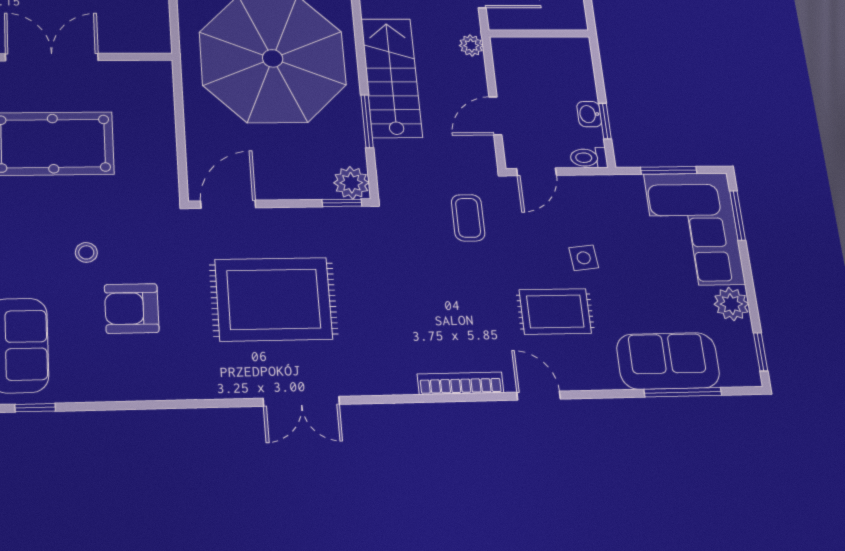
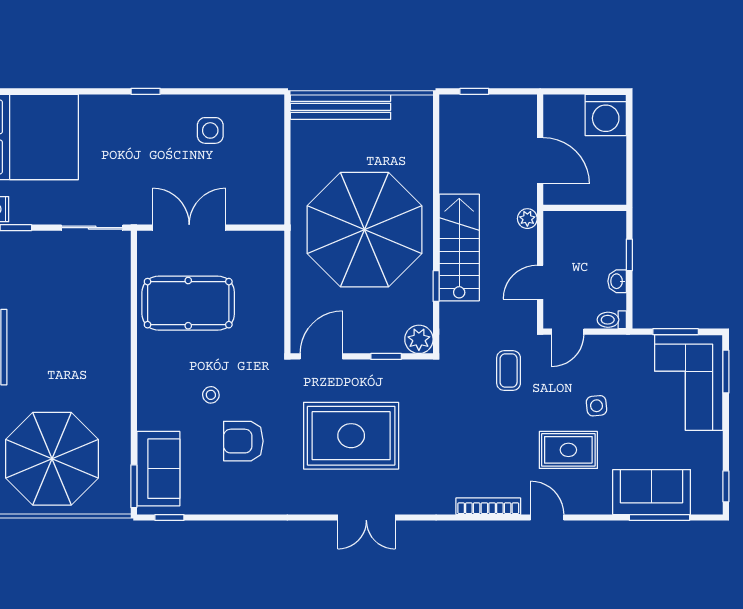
window: (367, 121) -> (436, 286), width x0.67
window: (605, 121) -> (629, 255), moved
window: (342, 203) -> (386, 356), moved
plant: (731, 304) -> (709, 446), removed

